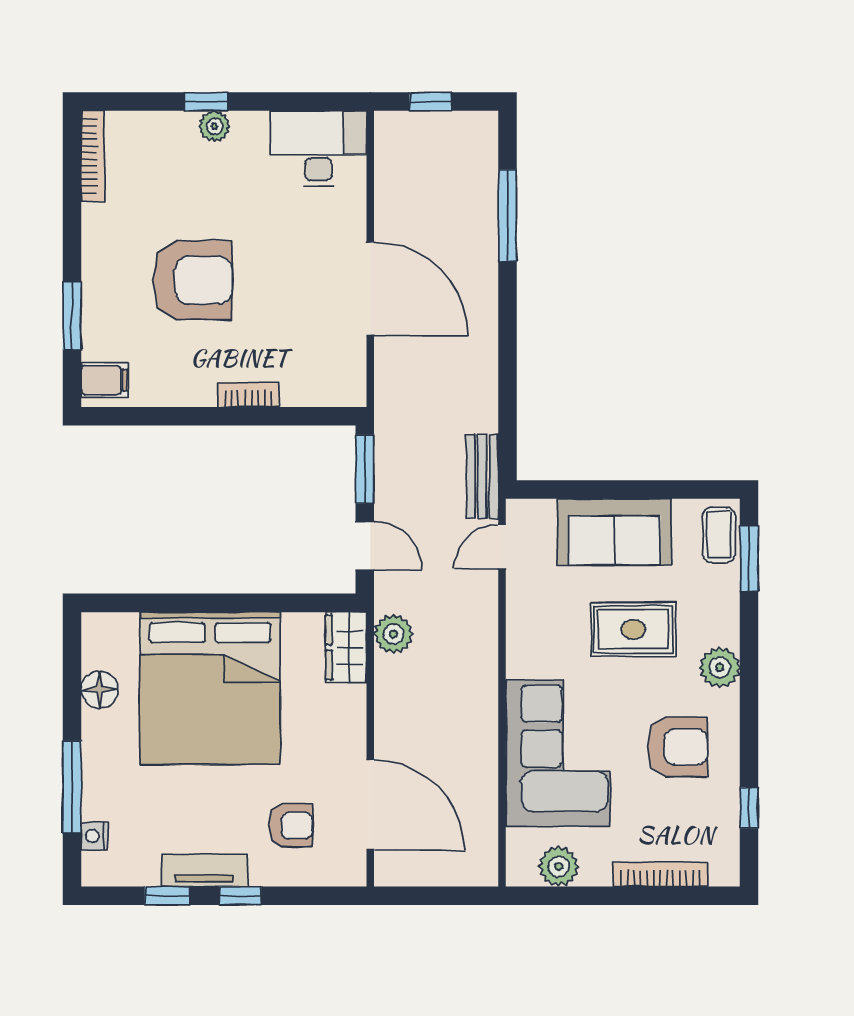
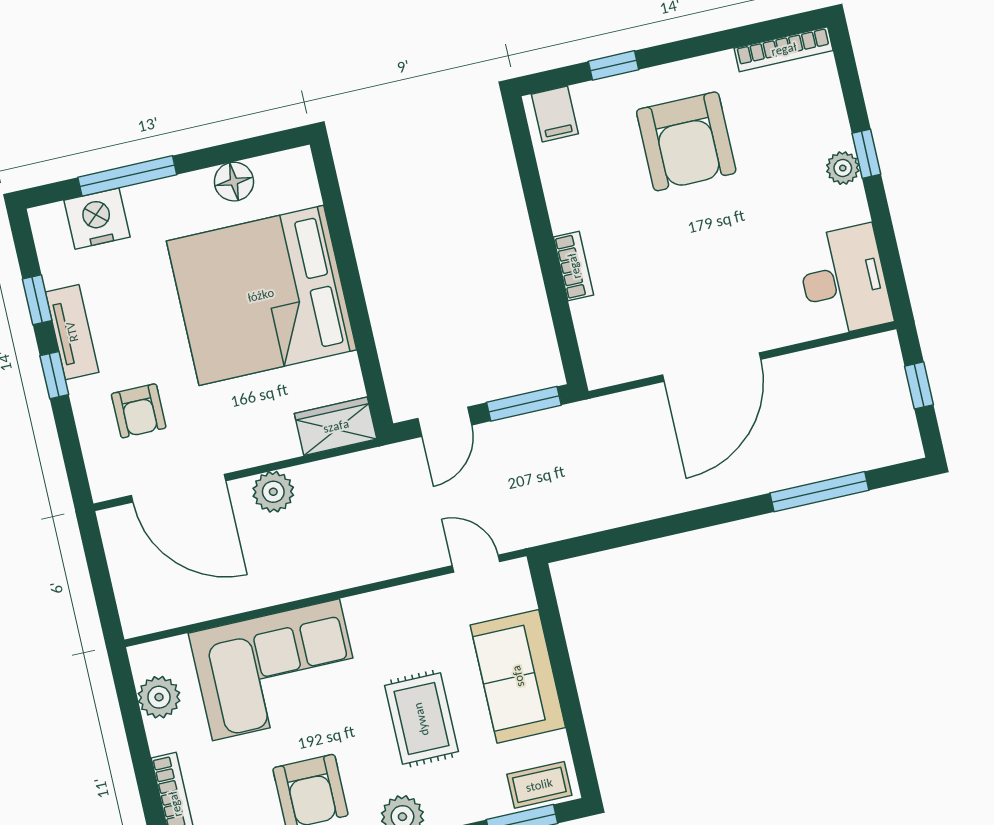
armchair: (192, 280) -> (686, 141), moved
window: (72, 316) -> (613, 65), width x0.67
bench: (482, 477) -> (544, 527), removed
plant: (393, 634) -> (273, 492), moved
door: (370, 805) -> (179, 488), hinge flipped
nightstand: (94, 836) -> (97, 219), width x1.89, depth x1.79

